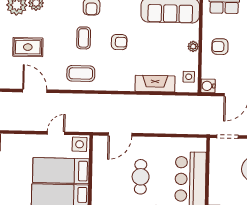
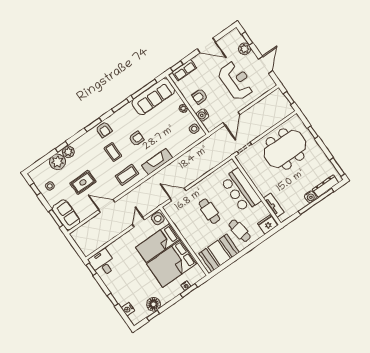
fireplace: (155, 84) -> (157, 162), moved
water cooler: (208, 86) -> (202, 115), moved
door: (120, 134) -> (178, 194), swing flipped

